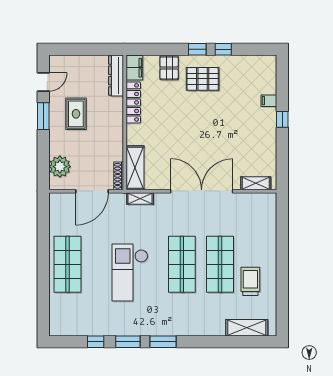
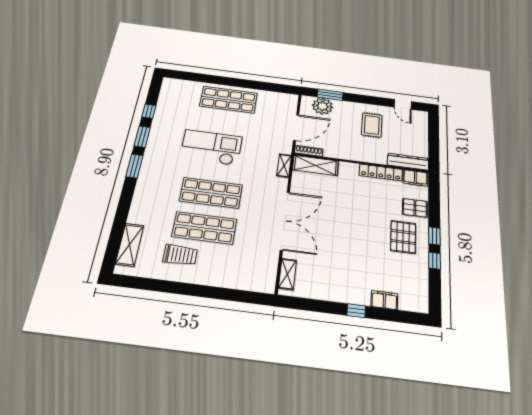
filing cabinet: (269, 101) -> (384, 300), width x2.00
rug: (76, 114) -> (372, 125), turned 90
window: (43, 116) -> (330, 95), moved
door: (92, 191) -> (296, 128), swing flipped

